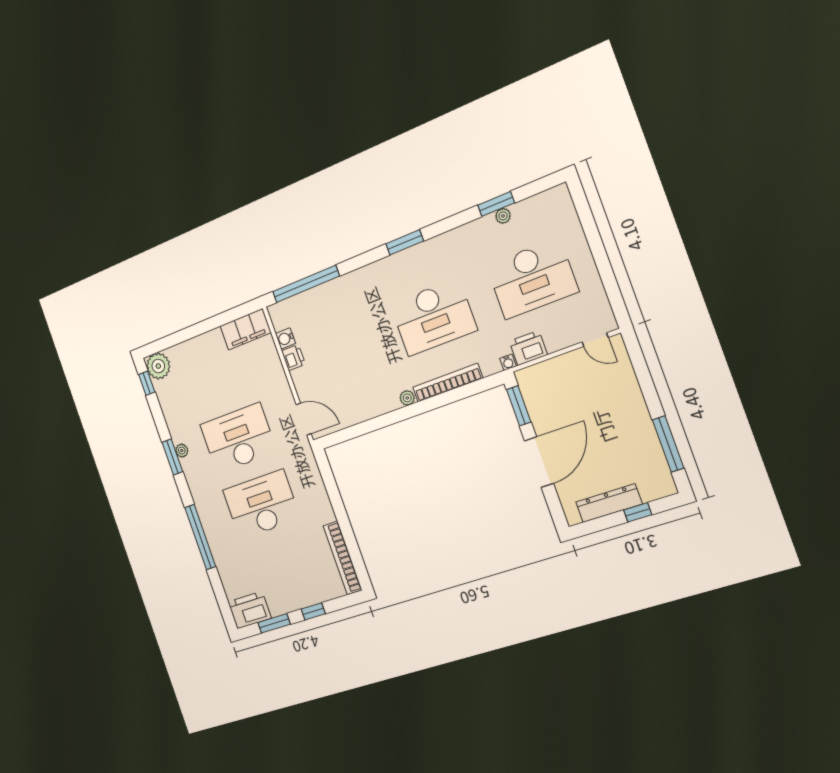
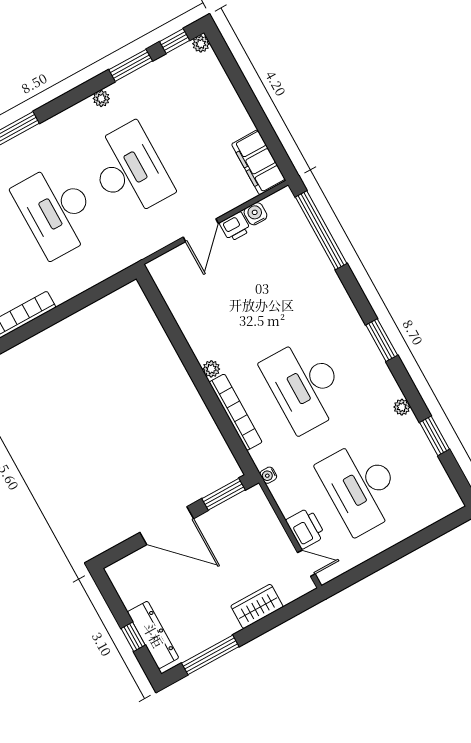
plant: (503, 216) -> (402, 407), moved
door: (595, 340) -> (306, 563), swing flipped
printer: (528, 348) -> (306, 528), moved
plant: (158, 366) -> (201, 44), width x0.53, depth x0.53
wardrobe: (629, 392) -> (257, 606), added
door: (304, 419) -> (201, 230), moved
window: (172, 457) -> (131, 65), moved
dresser: (609, 503) -> (153, 635), moved
desk: (261, 504) -> (56, 211), turned 180

